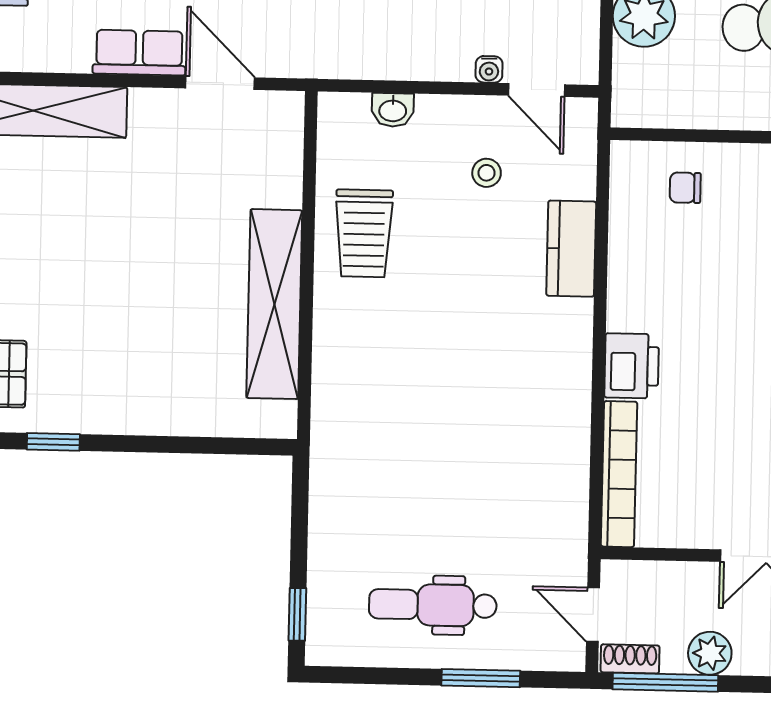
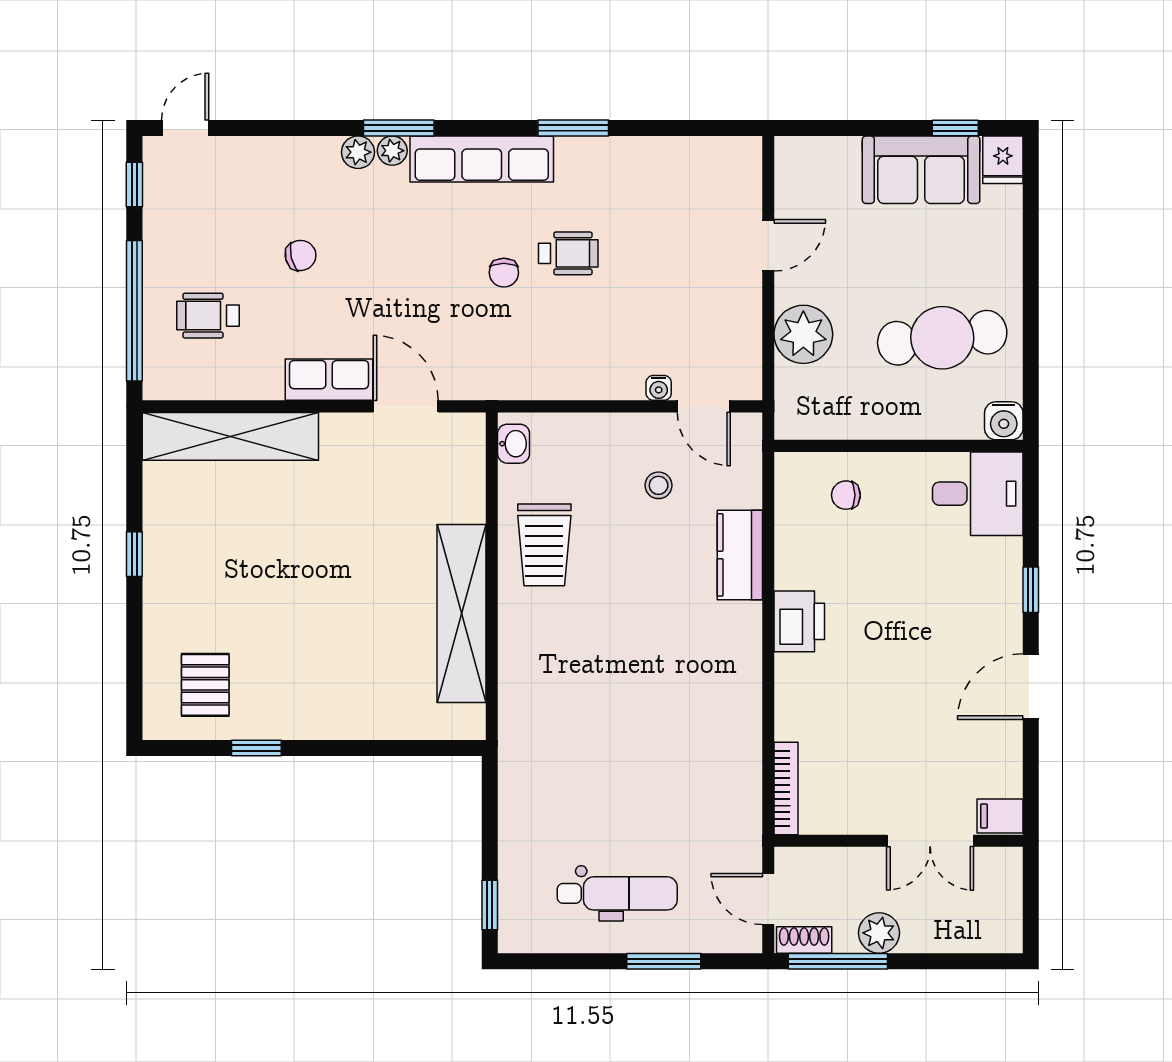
washbasin: (393, 110) -> (514, 444), moved, turned -90
printer: (632, 366) -> (799, 621), moved
bookcase: (619, 474) -> (786, 788), width x0.68, depth x0.76
dental chair: (433, 605) -> (617, 893), turned 180

